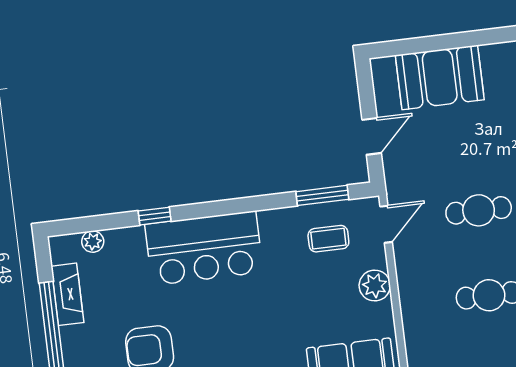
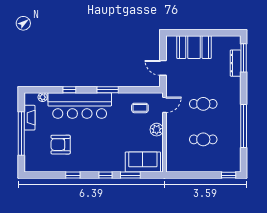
door: (372, 136) -> (163, 68), swing flipped
window: (322, 195) -> (108, 90), moved
bar counter: (204, 248) -> (80, 106), width x1.36

